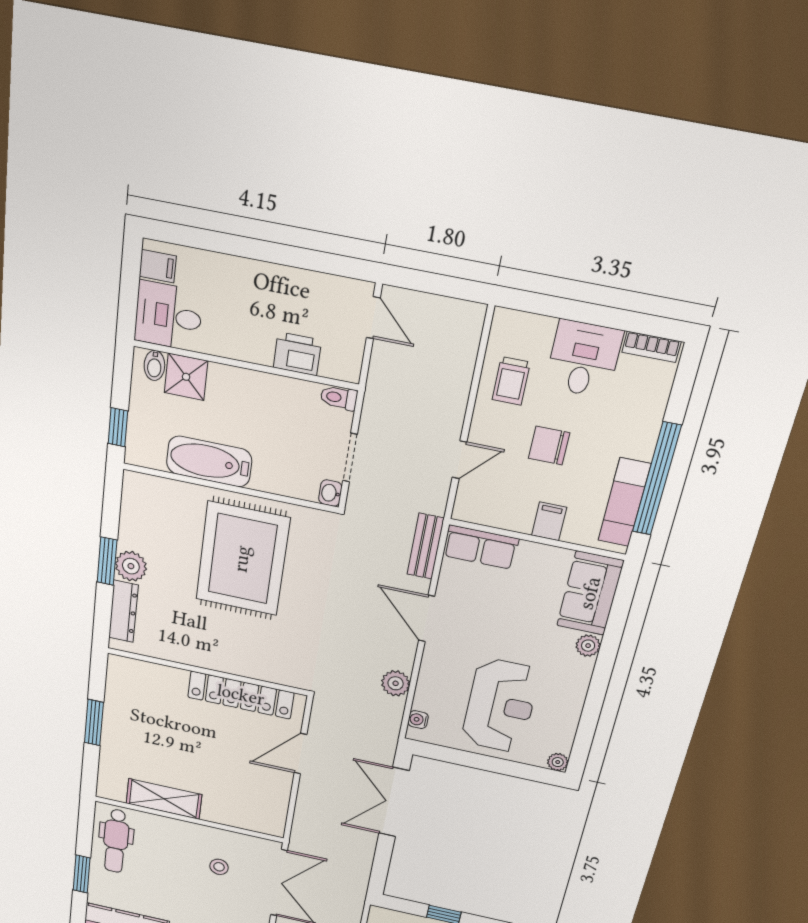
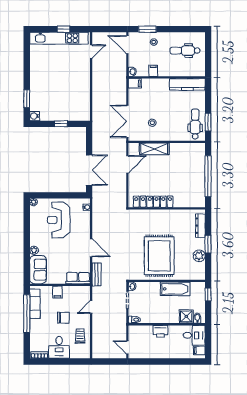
printer: (297, 354) -> (160, 331), moved
plant: (131, 566) -> (199, 256), moved
plant: (396, 683) -> (97, 220), removed
window: (94, 723) -> (208, 176), width x2.11
door: (301, 754) -> (127, 164), moved
shelving: (164, 799) -> (154, 149), moved
window: (82, 874) -> (208, 122), moved

